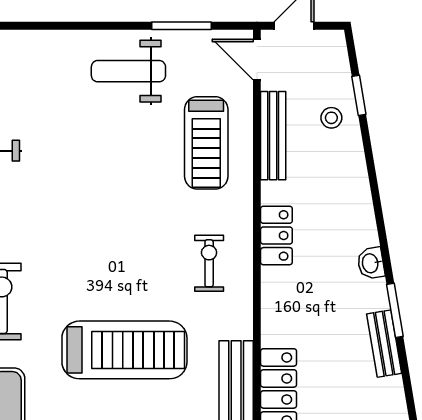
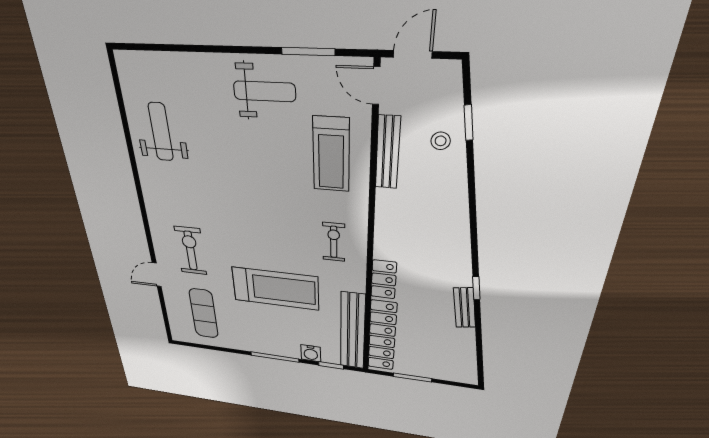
weight bench: (128, 71) -> (264, 91), turned 180
locker: (276, 235) -> (384, 279), moved
washbasin: (371, 263) -> (461, 255), removed
window: (395, 310) -> (476, 288), width x0.67

